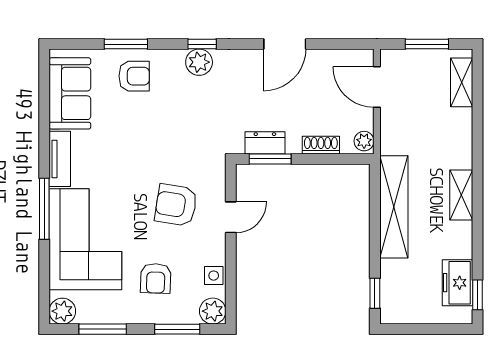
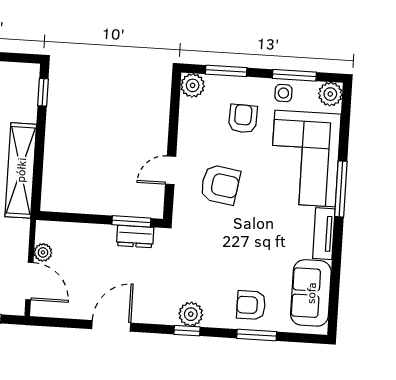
plant: (364, 141) -> (43, 252), moved
shoe rack: (321, 145) -> (84, 231), removed
side table: (214, 276) -> (283, 93), moved

